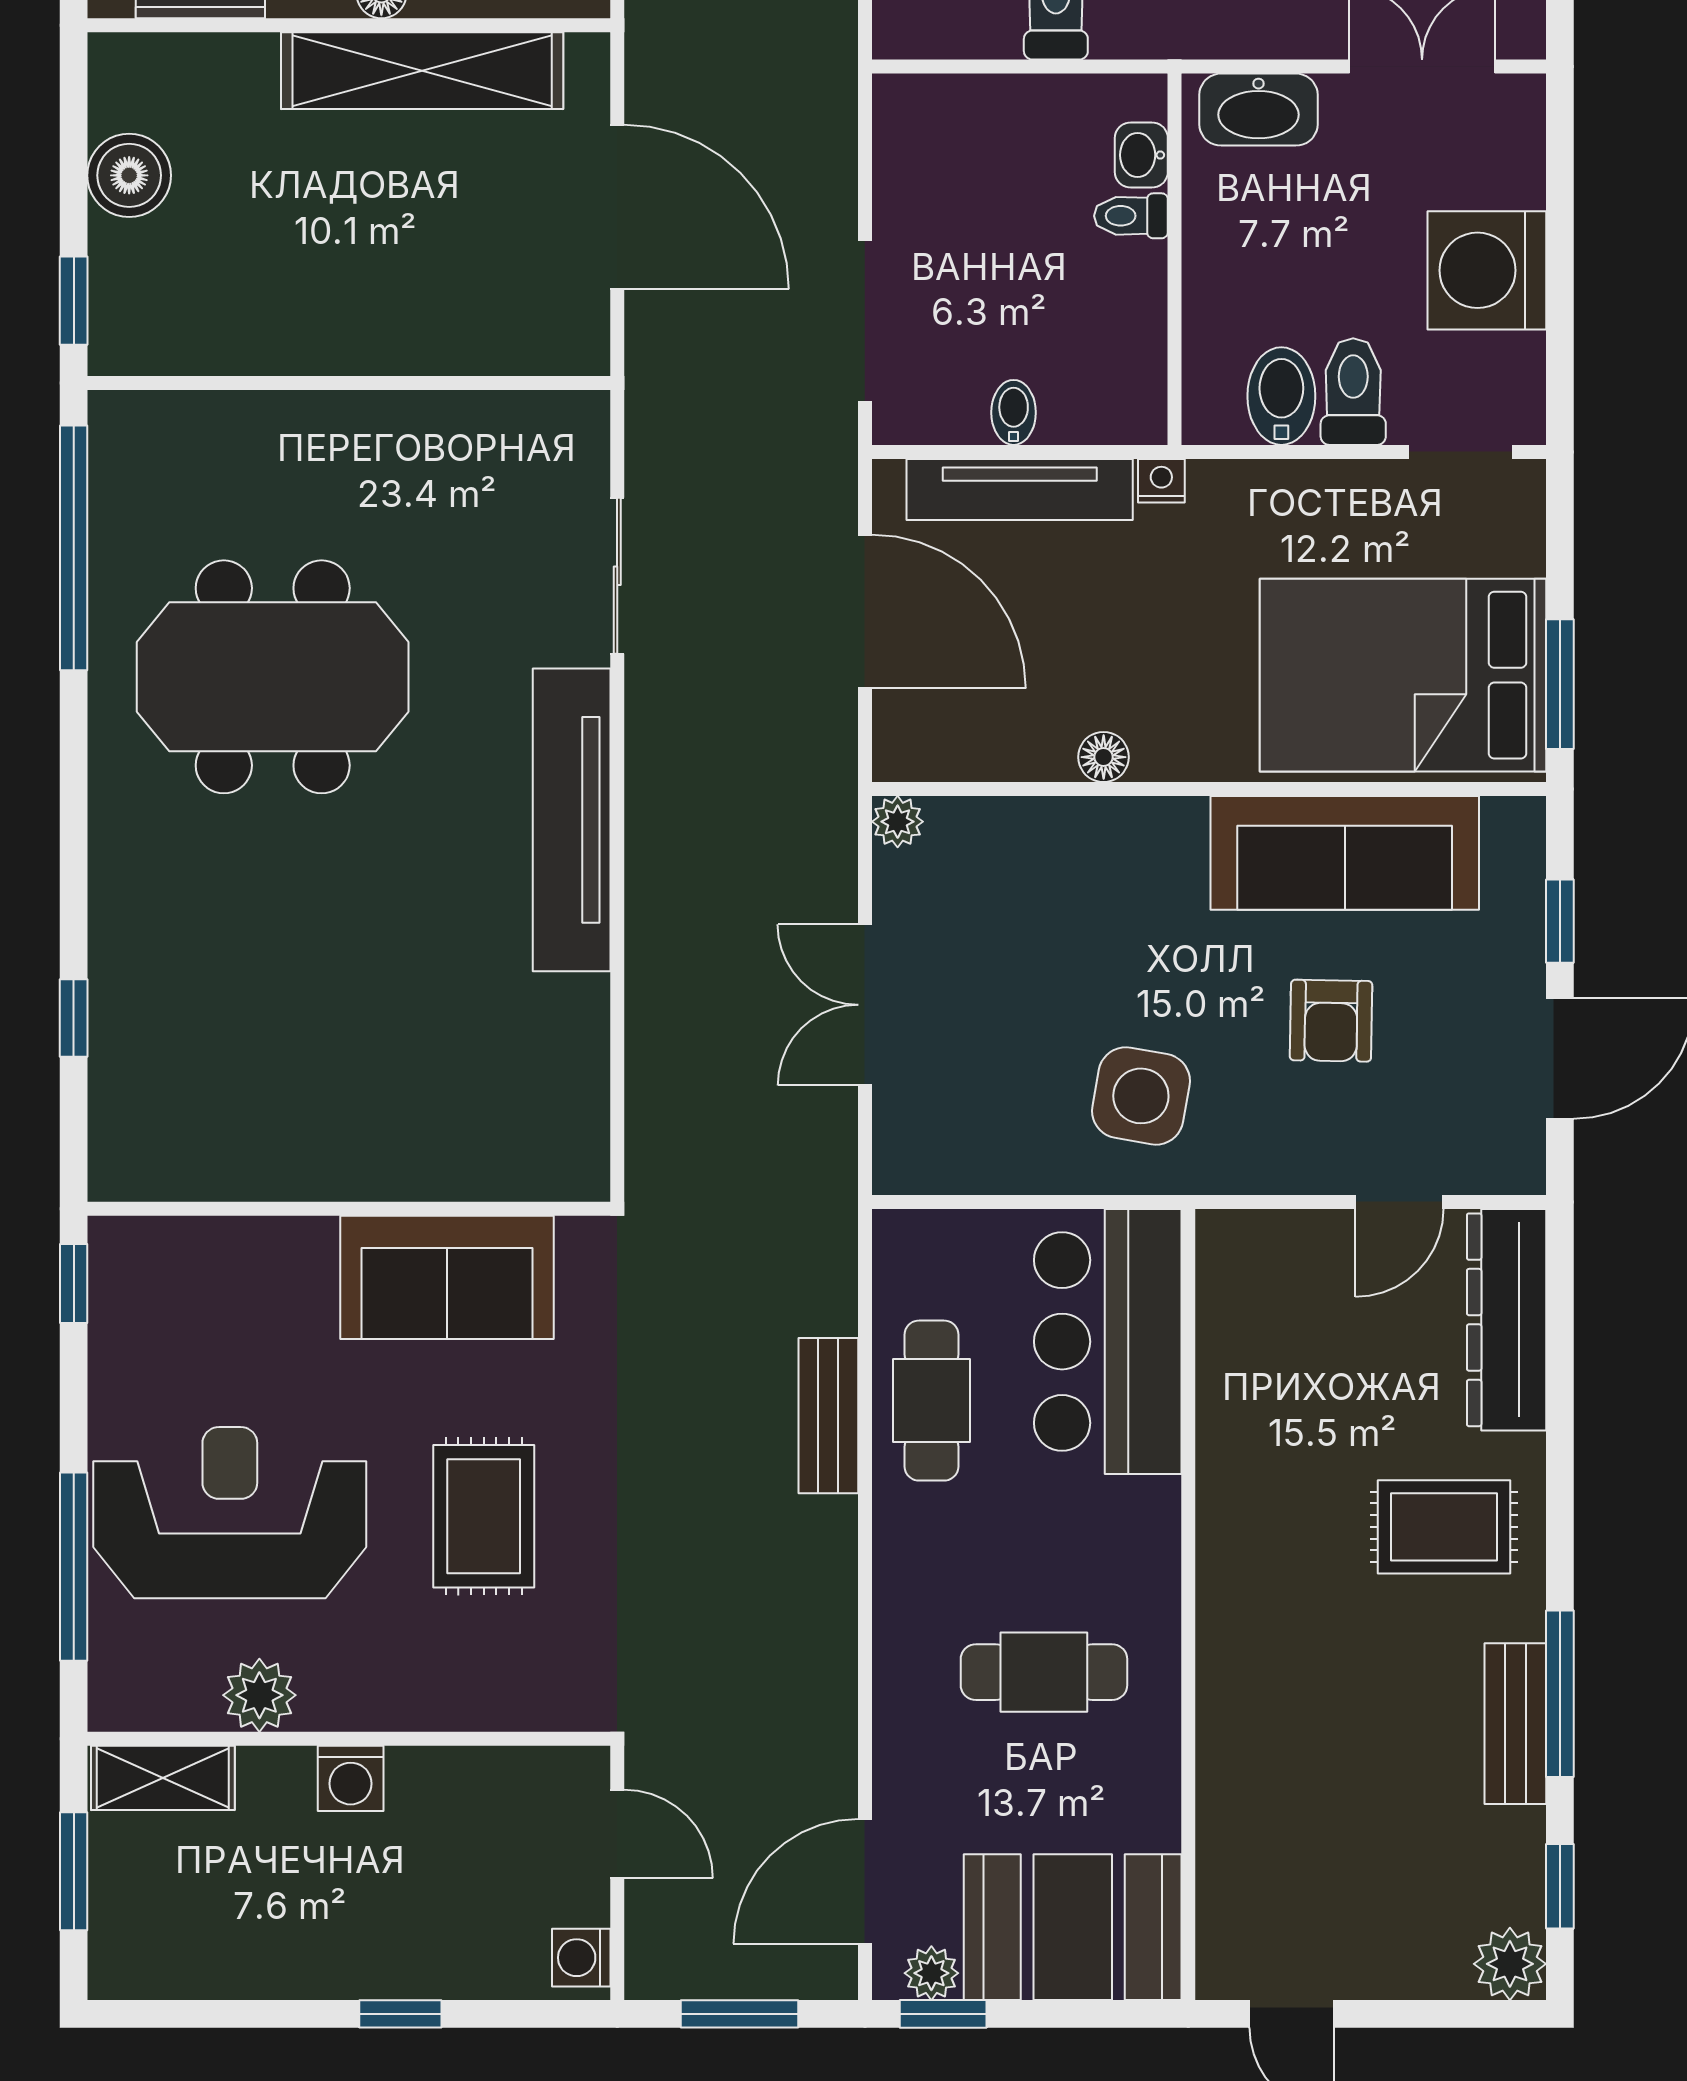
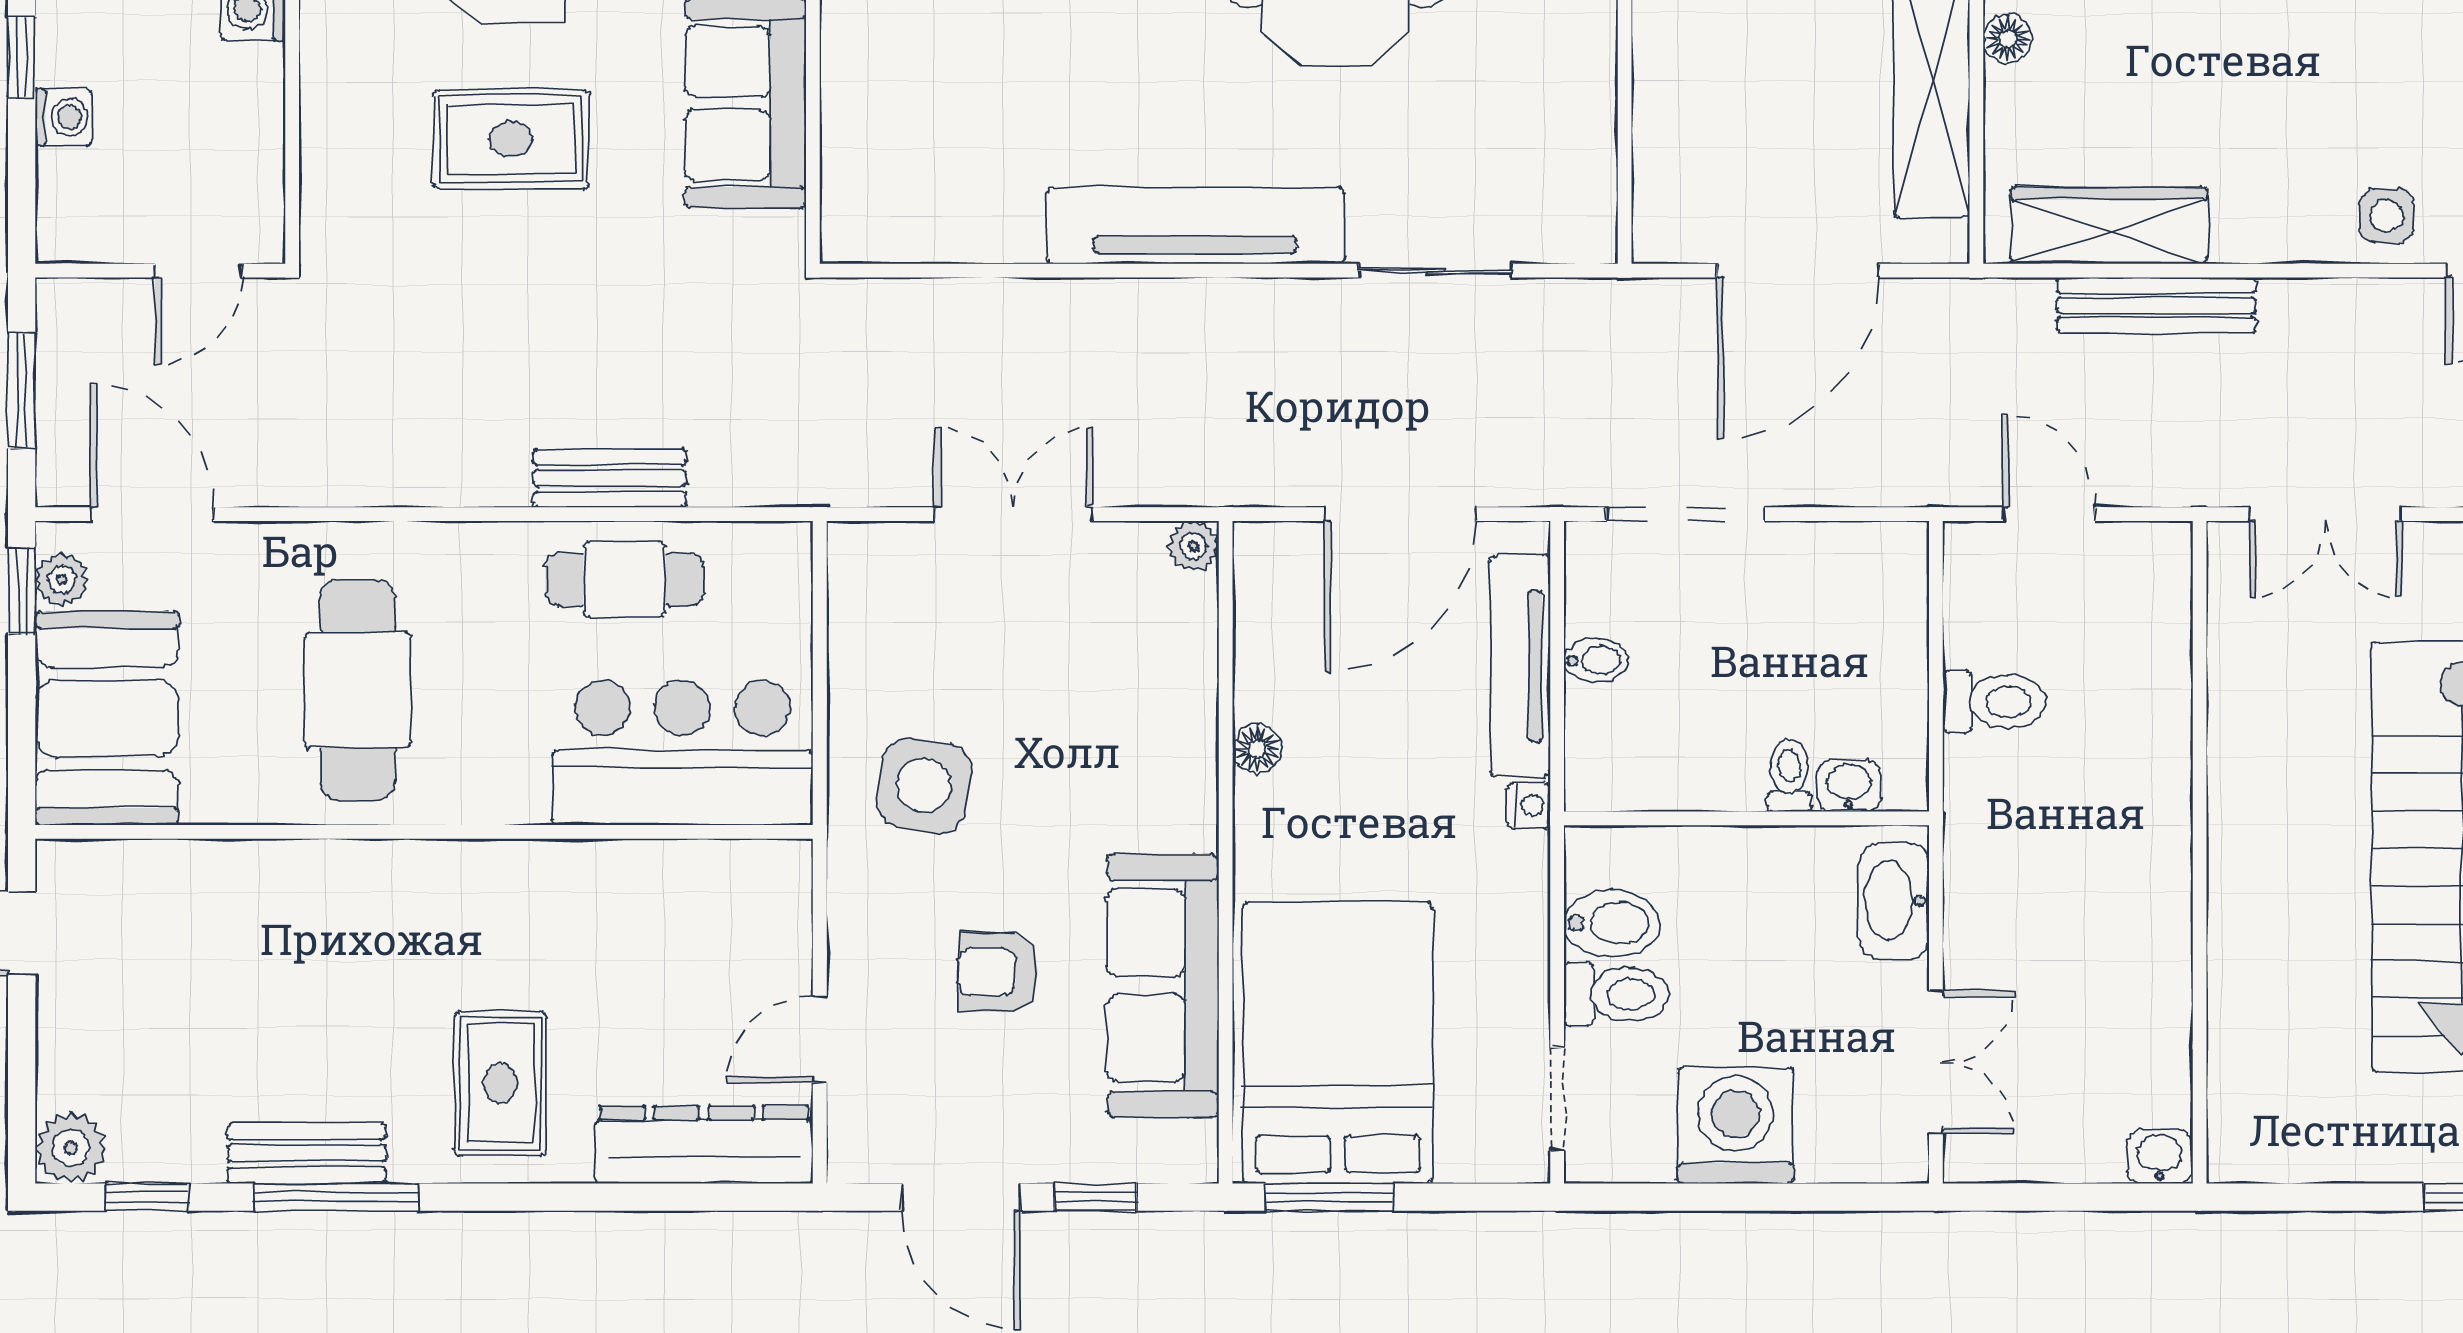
door: (1399, 1202) -> (820, 1039), hinge flipped
cafe table: (1044, 1672) -> (358, 690), width x1.37, depth x1.35
washing machine: (581, 1958) -> (64, 117), moved, turned 90

